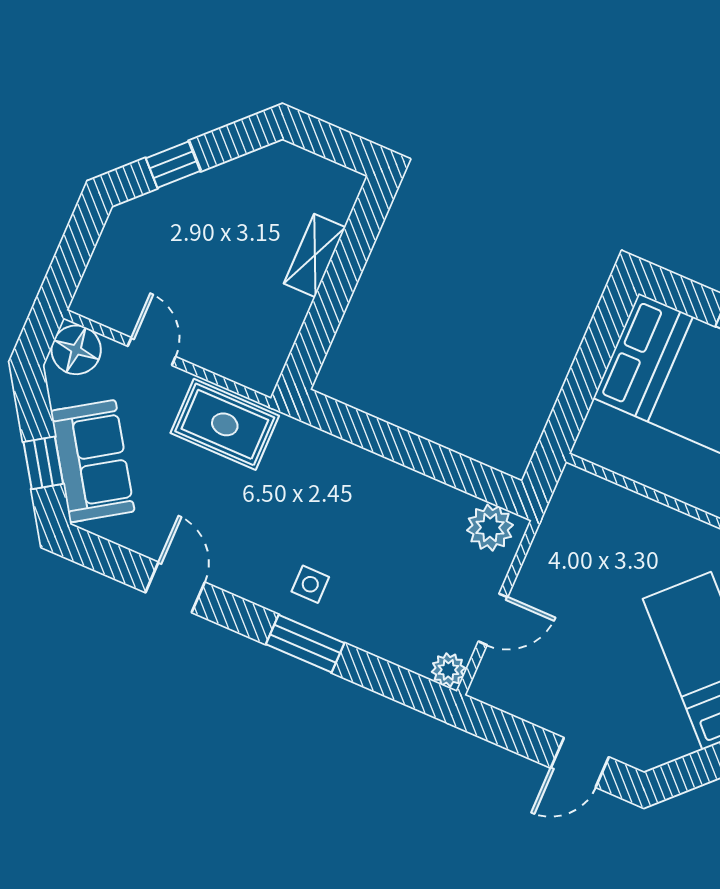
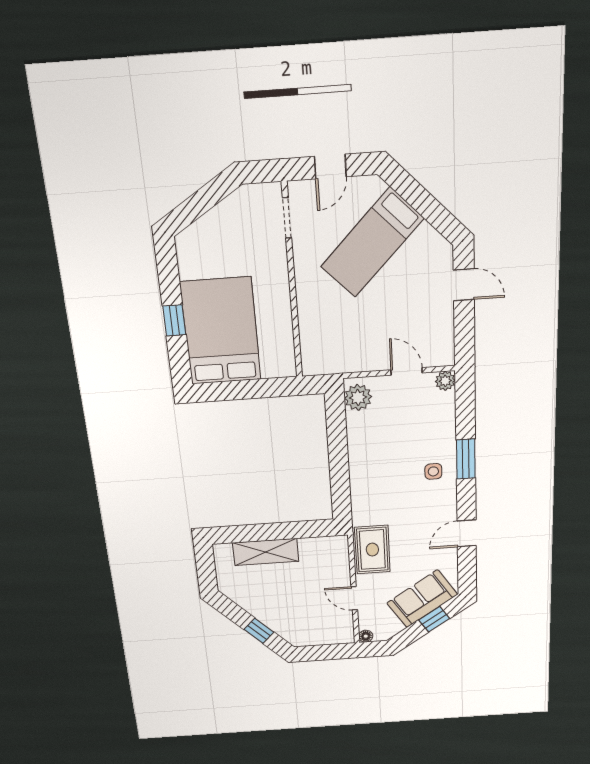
shelving: (315, 255) -> (266, 552), width x1.50, depth x1.33
floor lamp: (76, 350) -> (366, 636), width x0.53, depth x0.53
door: (152, 351) -> (354, 598), hinge flipped

